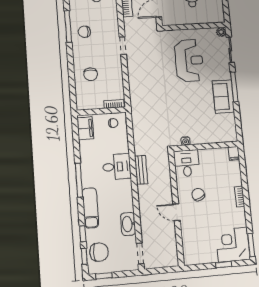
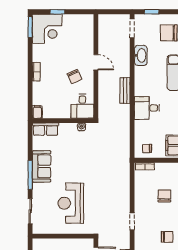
plant: (221, 32) -> (37, 229), removed
row of seats: (223, 136) -> (46, 129), added
bench: (141, 170) -> (125, 91), moved
window: (104, 276) -> (152, 12), moved

